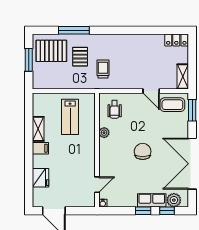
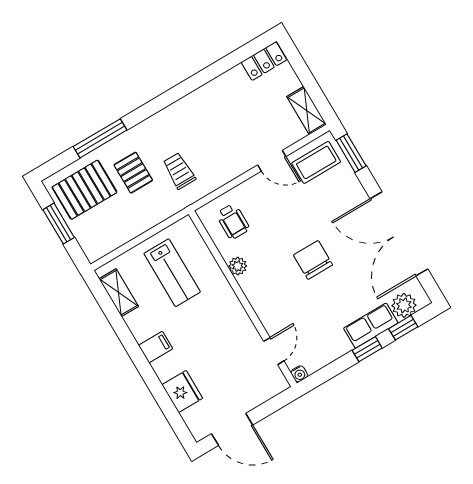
shelving: (38, 129) -> (119, 293), moved

